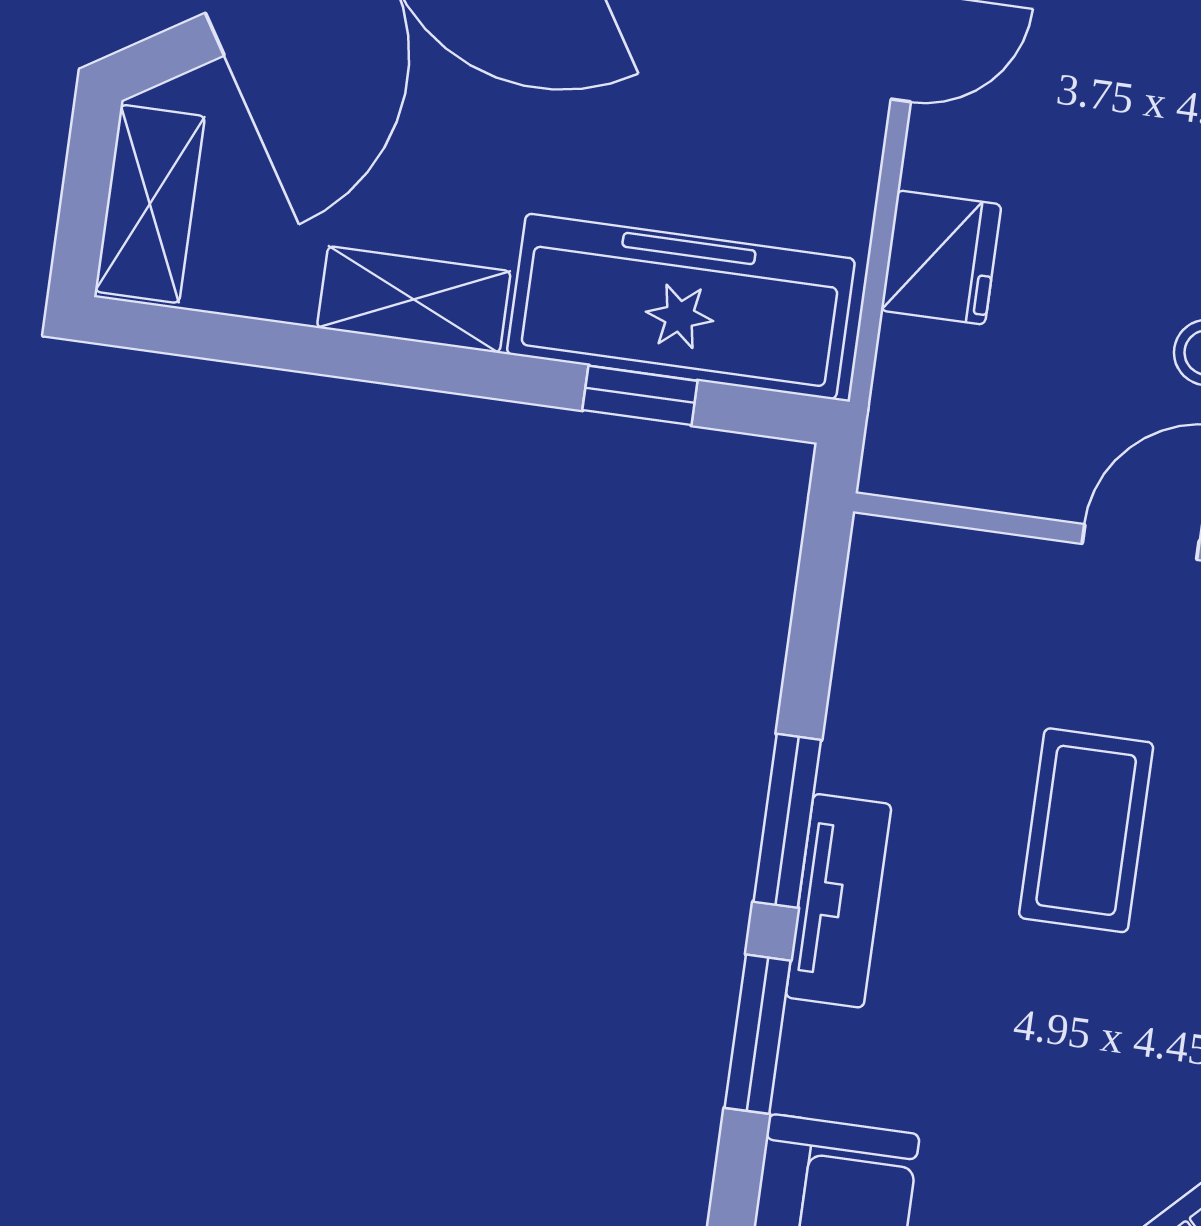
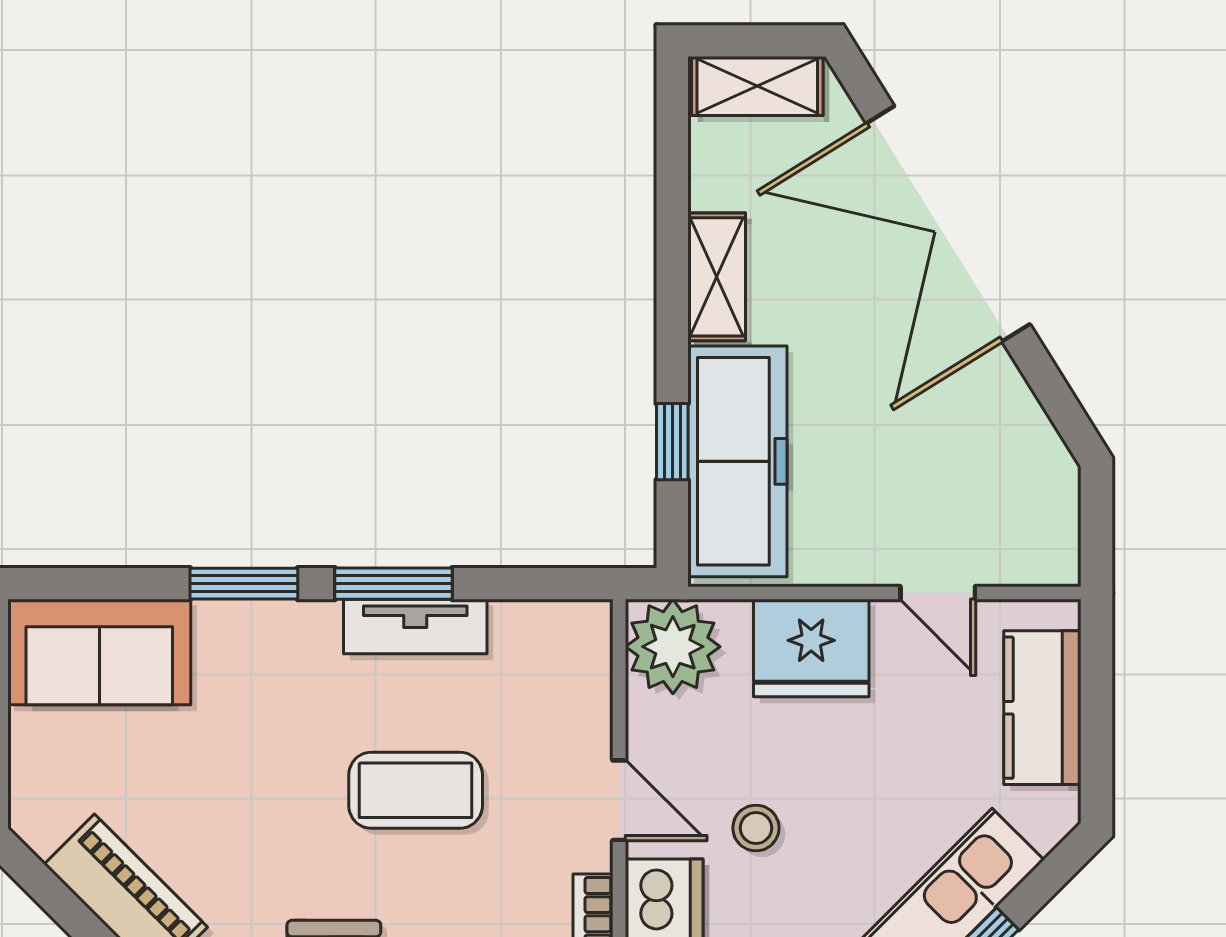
fridge: (941, 257) -> (811, 648), width x1.36, depth x1.34
plant: (932, 435) -> (673, 647), added
tv unit: (839, 901) -> (415, 627), moved

